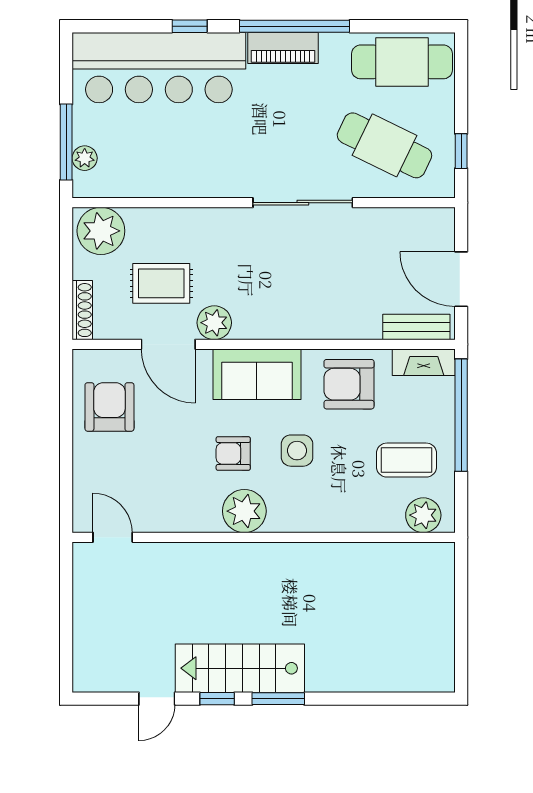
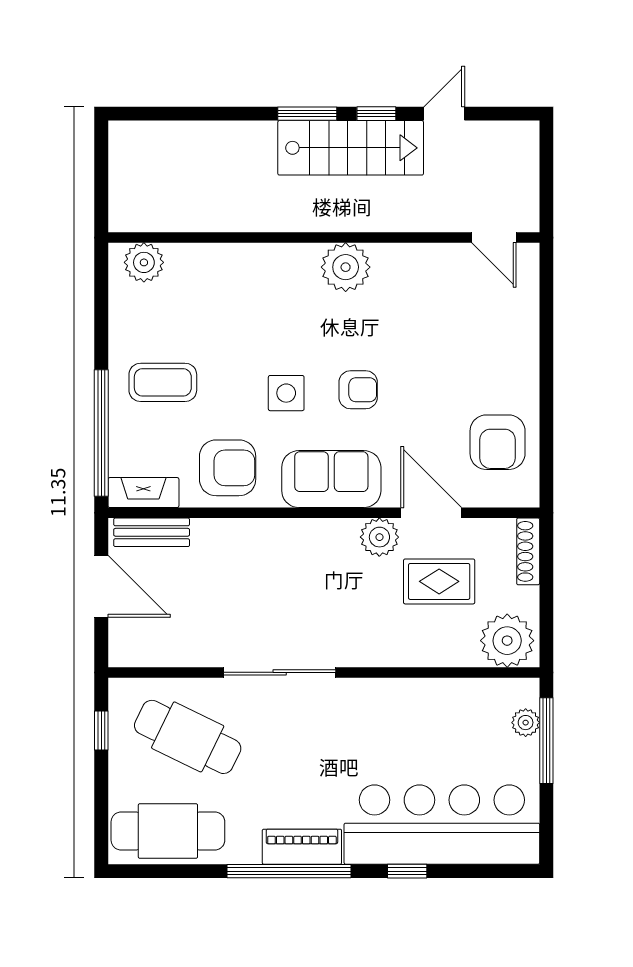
plant: (244, 511) -> (346, 267), moved
plant: (423, 515) -> (144, 262), moved
door: (113, 537) -> (494, 238), moved
wall: (264, 537) -> (324, 238), moved

